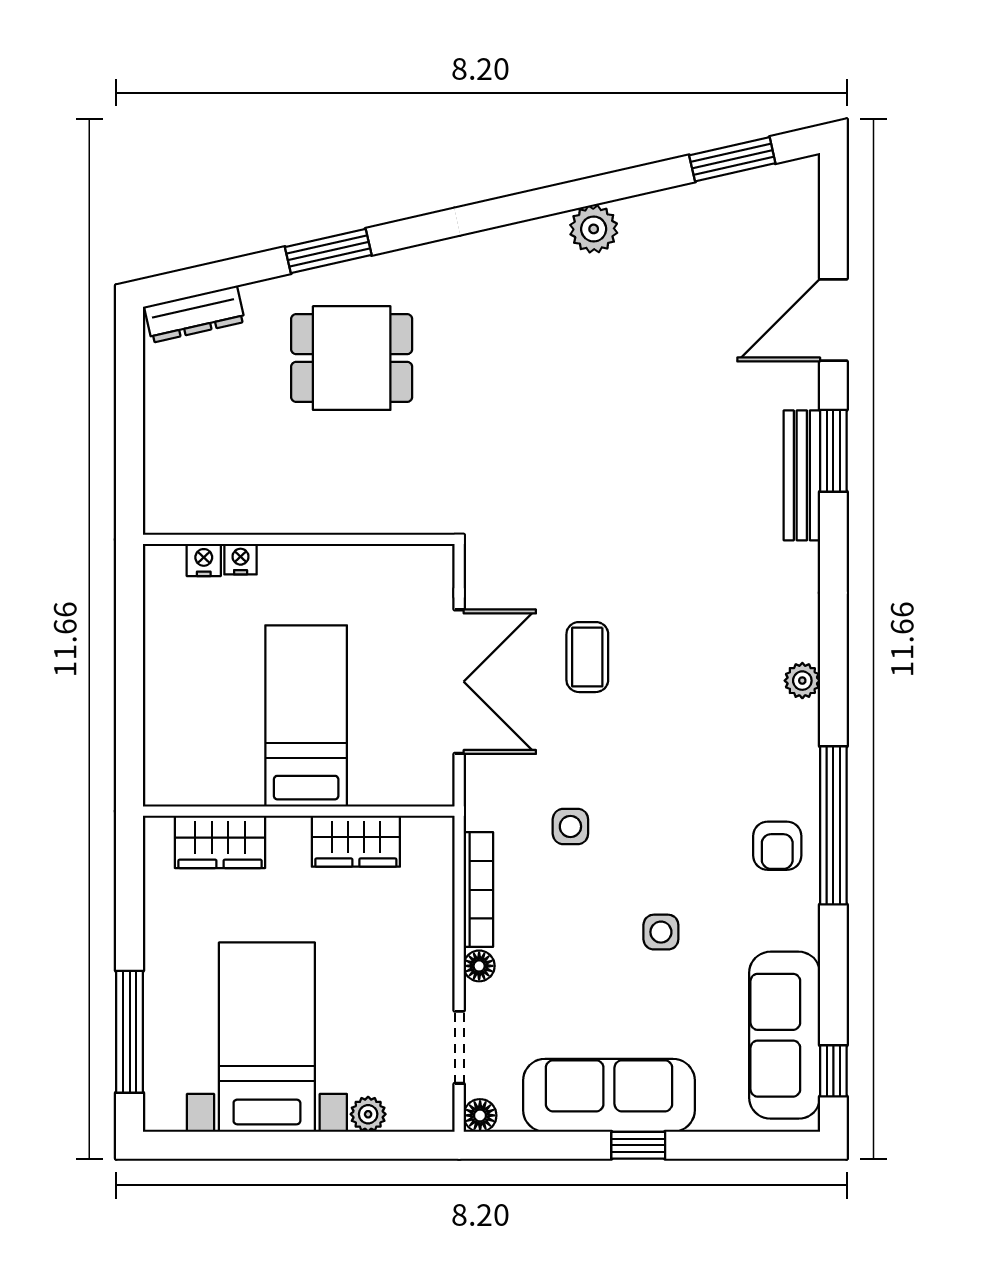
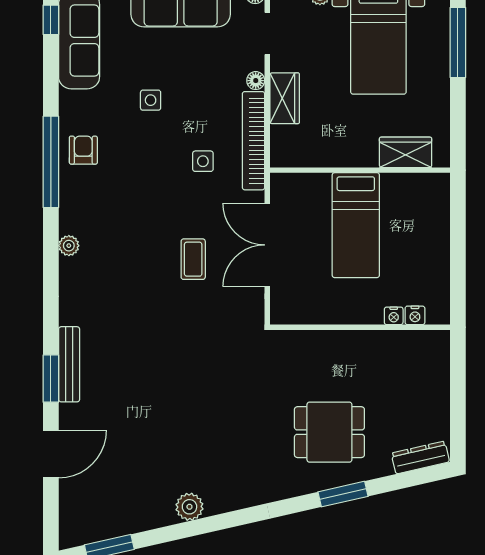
wardrobe: (356, 841) -> (285, 98), moved, turned 90
bookcase: (478, 890) -> (253, 141), width x1.48, depth x1.31

